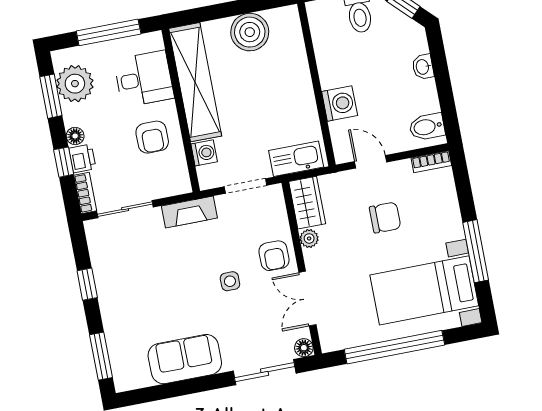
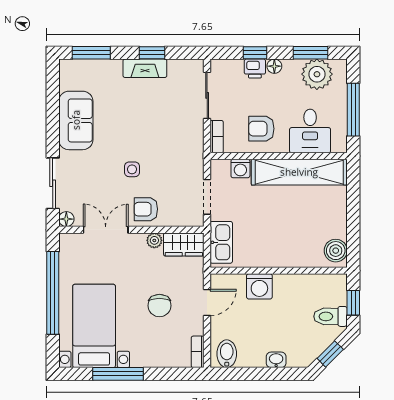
boiler: (250, 32) -> (336, 251), moved, width x0.73, depth x0.73
bookcase: (85, 193) -> (217, 137), moved, turned -90
fireplace: (189, 212) -> (145, 68), moved, turned -90

